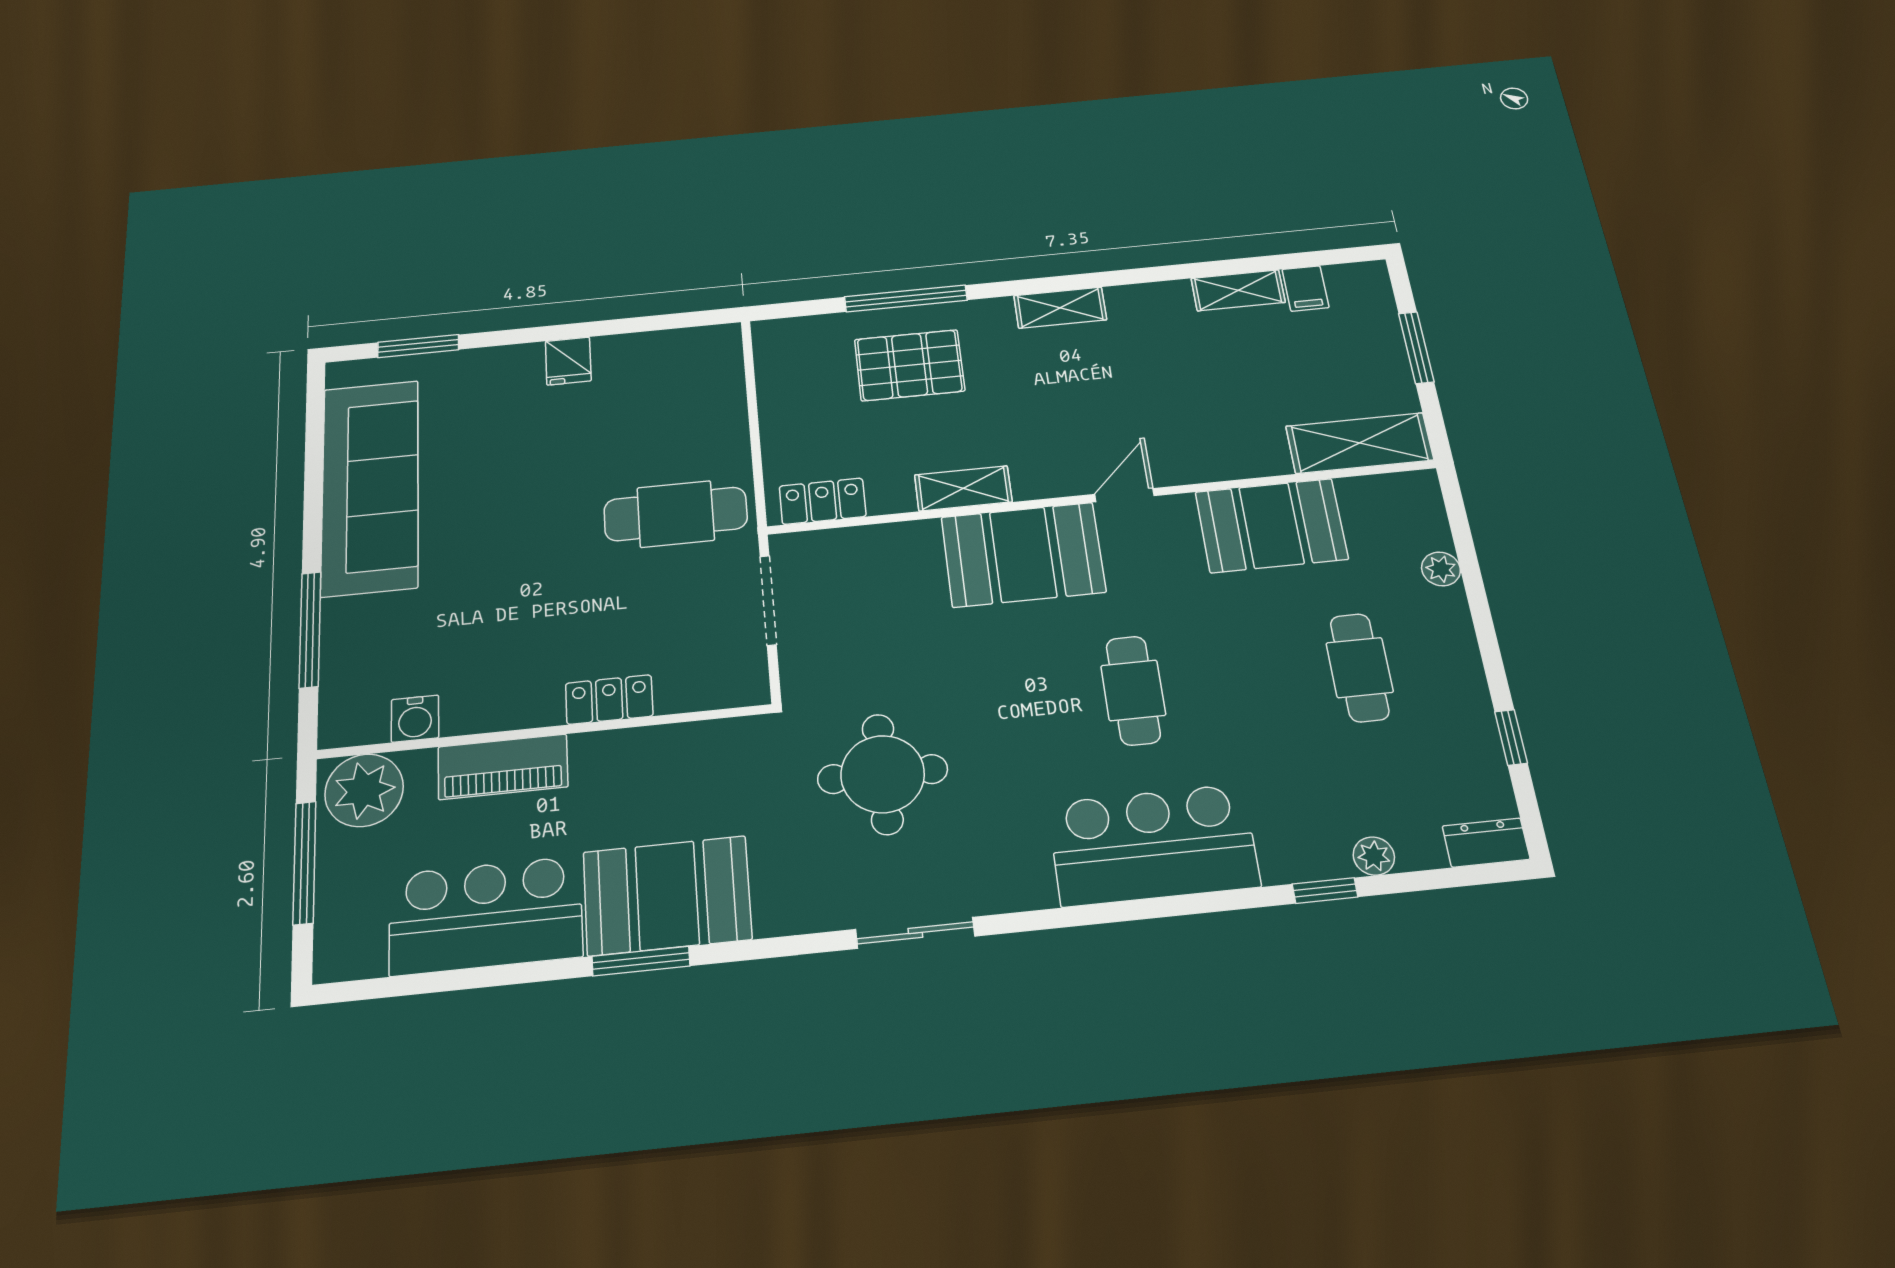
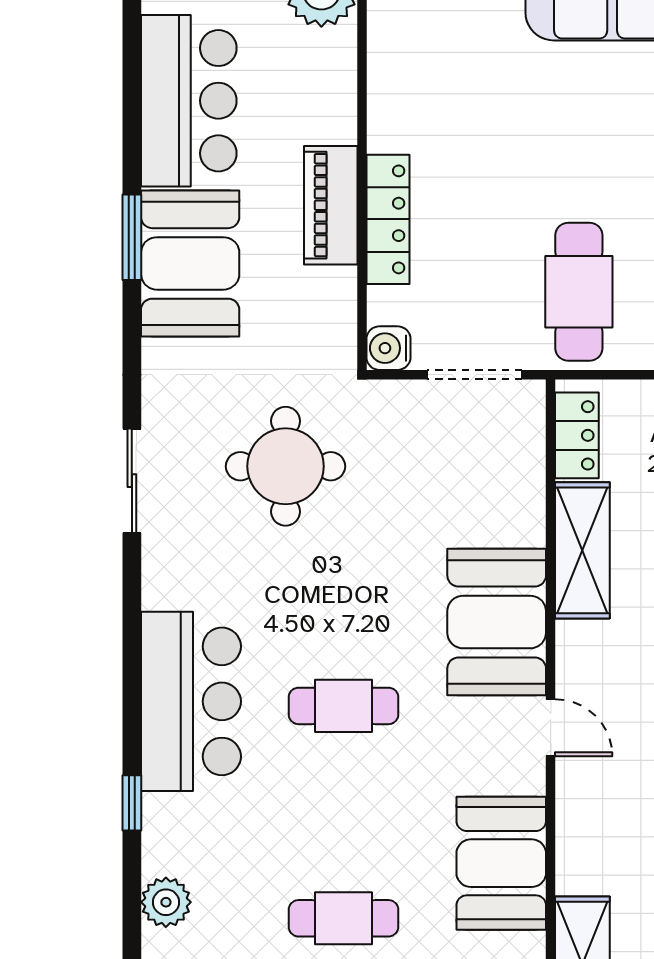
shelving: (963, 488) -> (582, 550), width x1.50, depth x1.33
locker: (609, 700) -> (388, 219), width x1.53
water cooler: (415, 719) -> (388, 348), moved
piano: (503, 767) -> (331, 205), moved
plant: (1374, 856) -> (166, 902), width x1.38, depth x1.38
window: (1325, 891) -> (132, 803), moved

